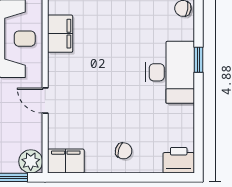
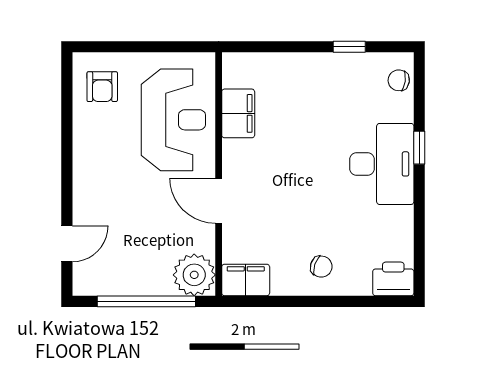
door: (45, 100) -> (219, 201), width x1.38
plant: (31, 161) -> (194, 275), width x1.36, depth x1.36

